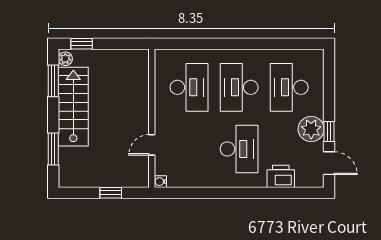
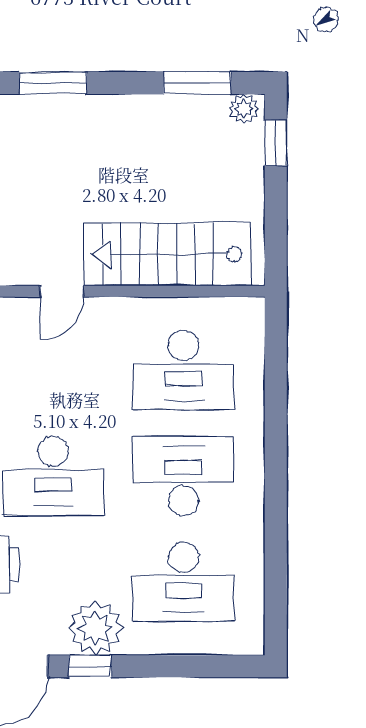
desk: (289, 87) -> (183, 582), turned 180
stairs: (73, 107) -> (167, 254), moved, turned 180
door: (152, 145) -> (62, 291), swing flipped

